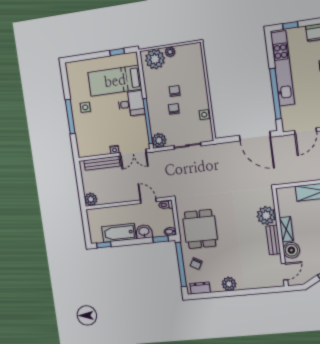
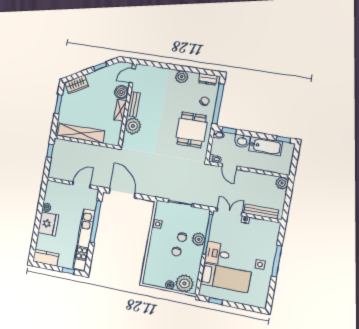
plant: (159, 140) -> (199, 239), moved

